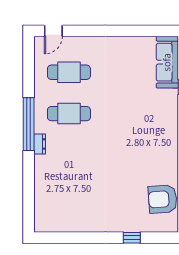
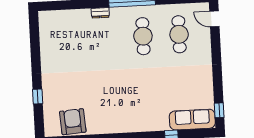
window: (158, 31) -> (219, 110), added
dresser: (40, 144) -> (100, 13), moved

